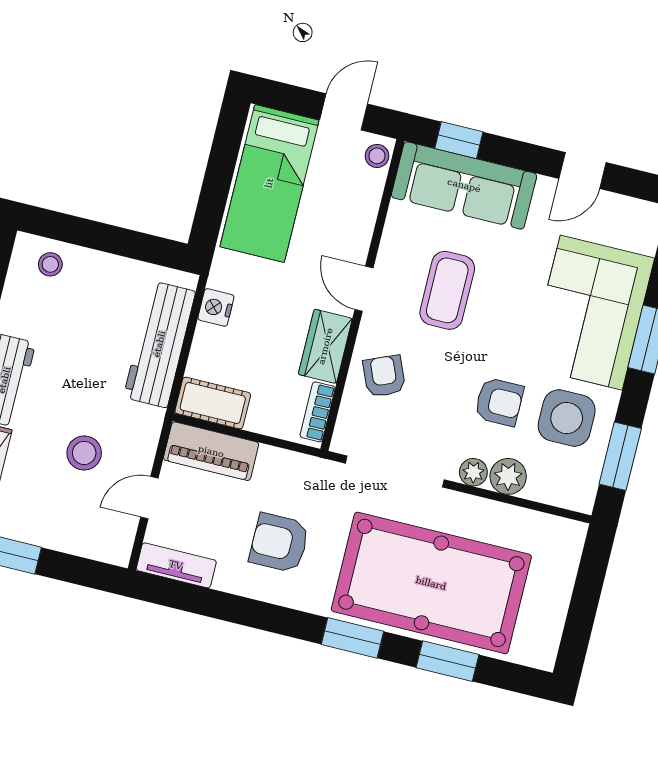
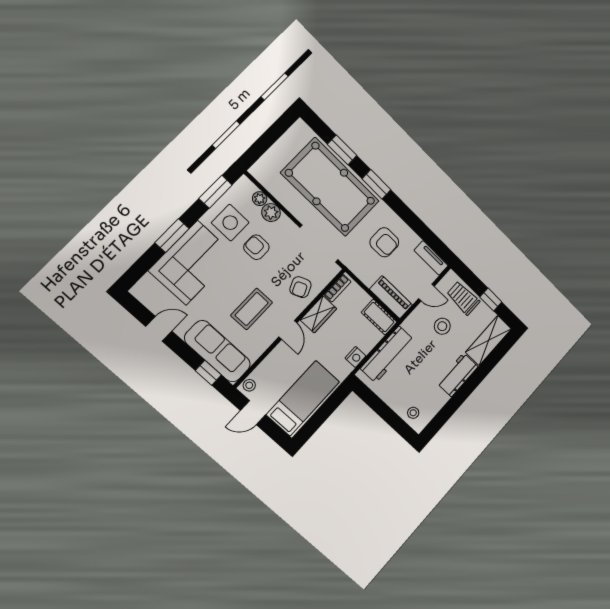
plant: (473, 472) -> (260, 199), moved
trolley: (73, 527) -> (463, 298), added

